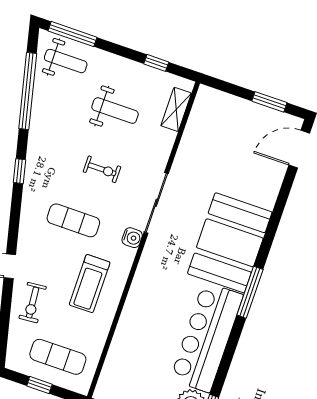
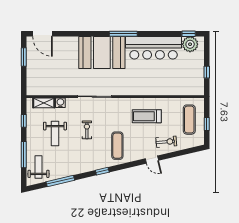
window: (72, 34) -> (24, 155), moved
window: (28, 91) -> (60, 181), width x0.68
weight bench: (115, 111) -> (55, 133), turned 180
exercise mat: (73, 220) -> (117, 146), moved
water cooler: (132, 238) -> (60, 103), moved
treadmill: (90, 284) -> (147, 116), turned 180

